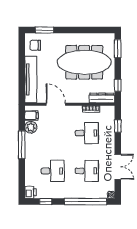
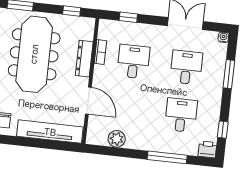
dresser: (102, 98) -> (84, 59), moved
door: (56, 104) -> (88, 101), swing flipped
filing cabinet: (31, 116) -> (100, 136), removed
window: (22, 145) -> (167, 157), moved
window: (85, 202) -> (229, 74), width x0.47

